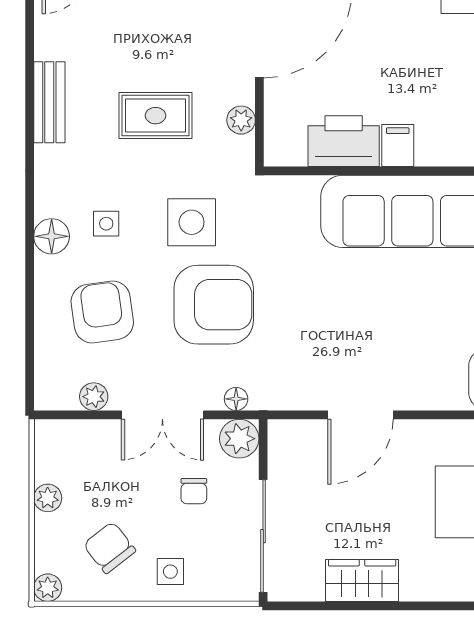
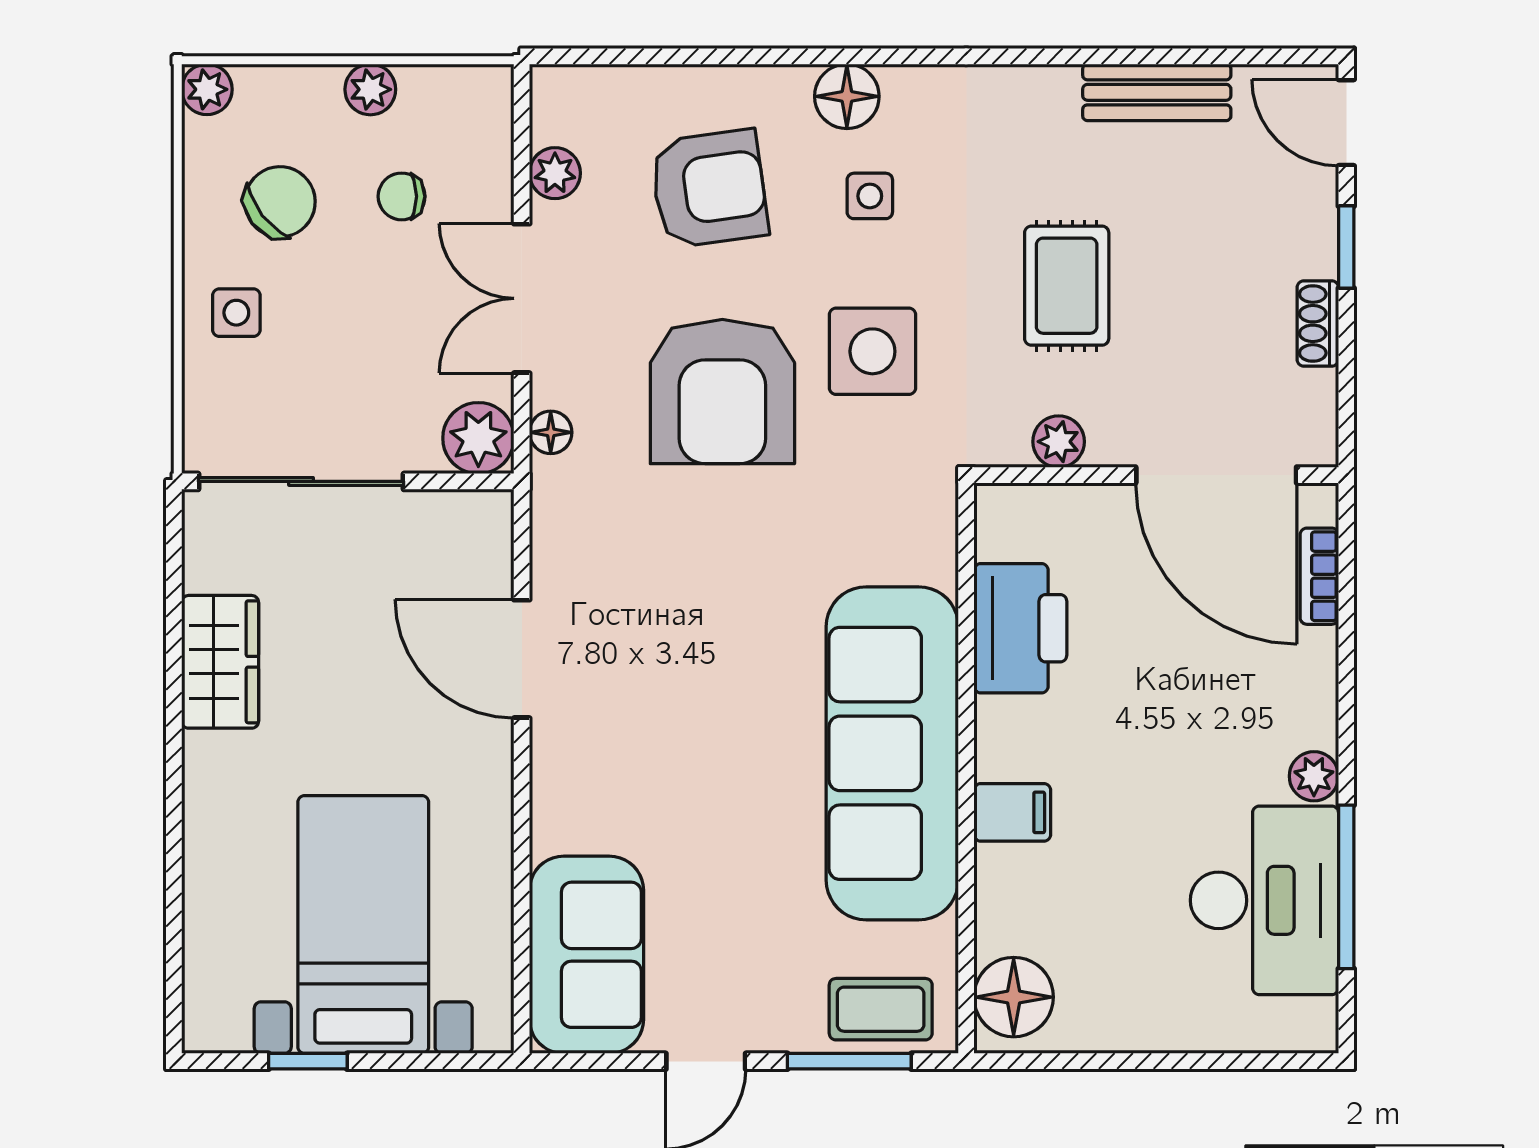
bench: (49, 102) -> (1157, 92), moved
filing cabinet: (398, 145) -> (1012, 812), moved
chair: (194, 491) -> (402, 196), moved

